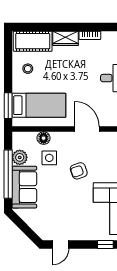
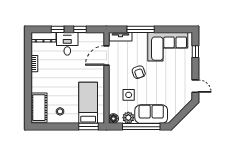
wardrobe: (66, 38) -> (37, 82), removed
door: (87, 129) -> (106, 55), moved
floor lamp: (44, 138) -> (113, 119), moved

